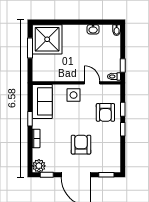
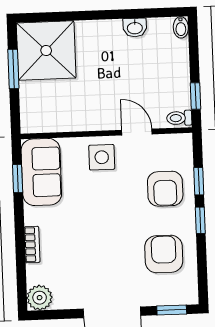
window: (30, 119) -> (18, 179), moved
armchair: (81, 145) -> (164, 254), moved
window: (47, 175) -> (55, 314), removed

